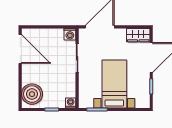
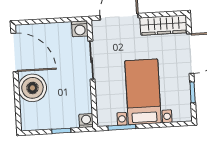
wardrobe: (138, 35) -> (164, 25), width x1.50
boiler: (32, 94) -> (32, 88), moved

